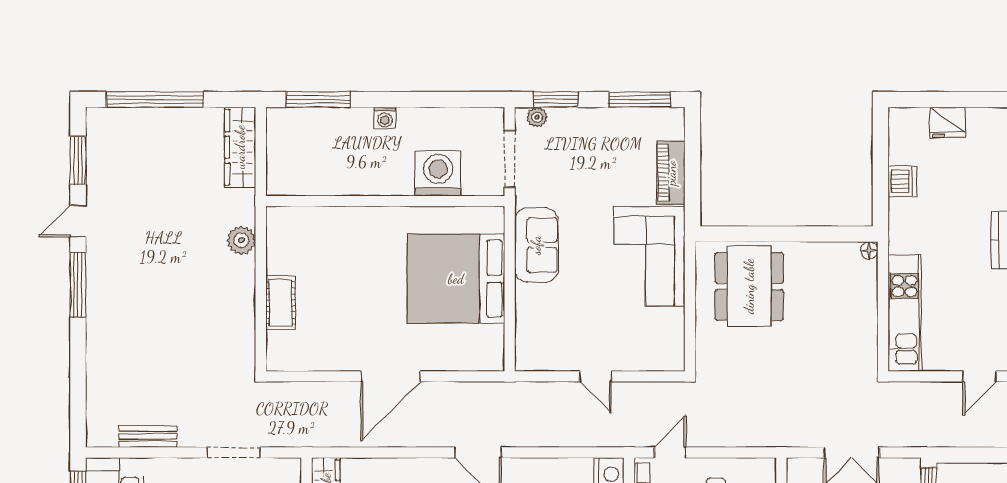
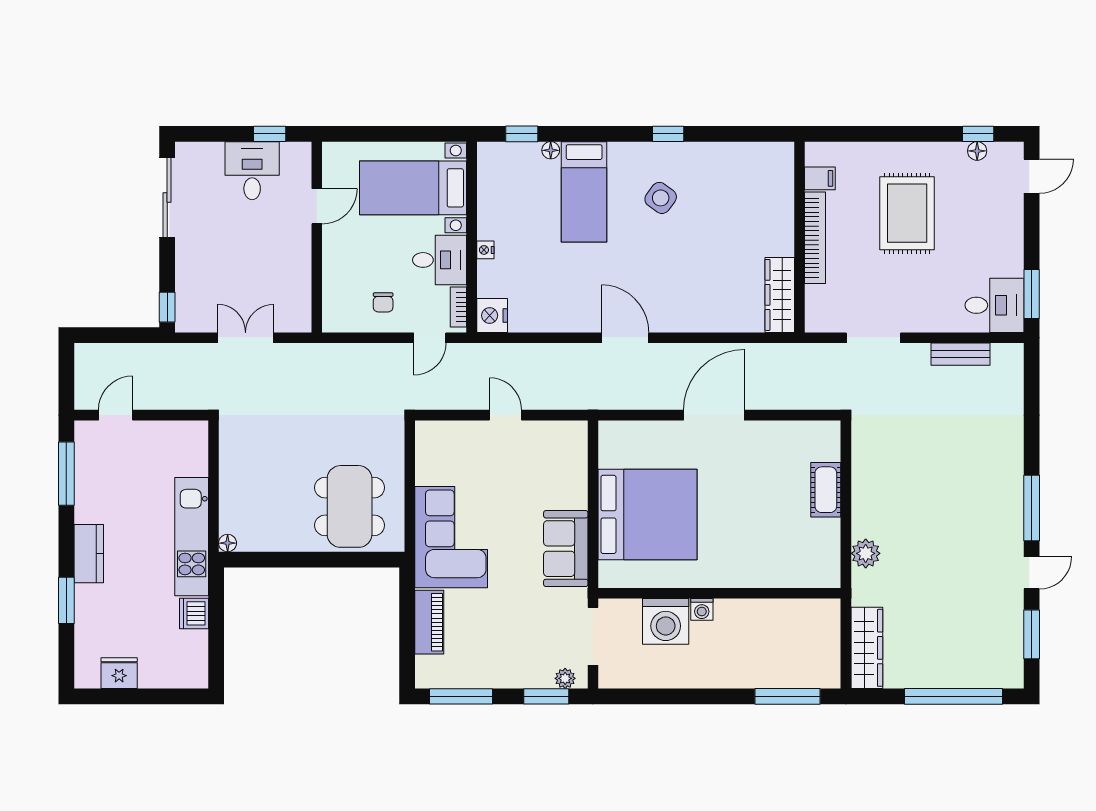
washing machine: (385, 118) -> (702, 609), moved, turned 180
fridge: (948, 122) -> (119, 673), moved
kitchen unit: (905, 313) -> (192, 537), moved

